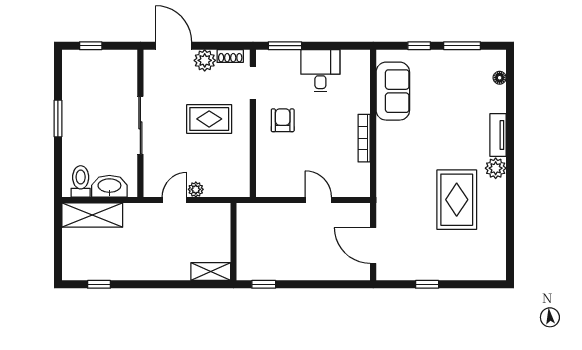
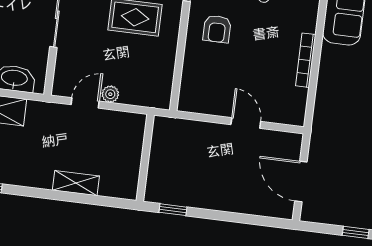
armchair: (283, 120) -> (217, 29), turned 180
shelving: (211, 272) -> (76, 183), moved

